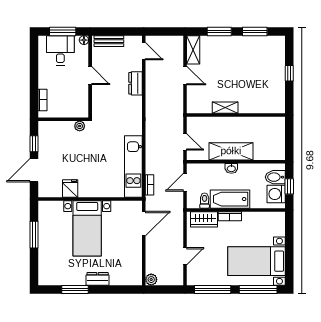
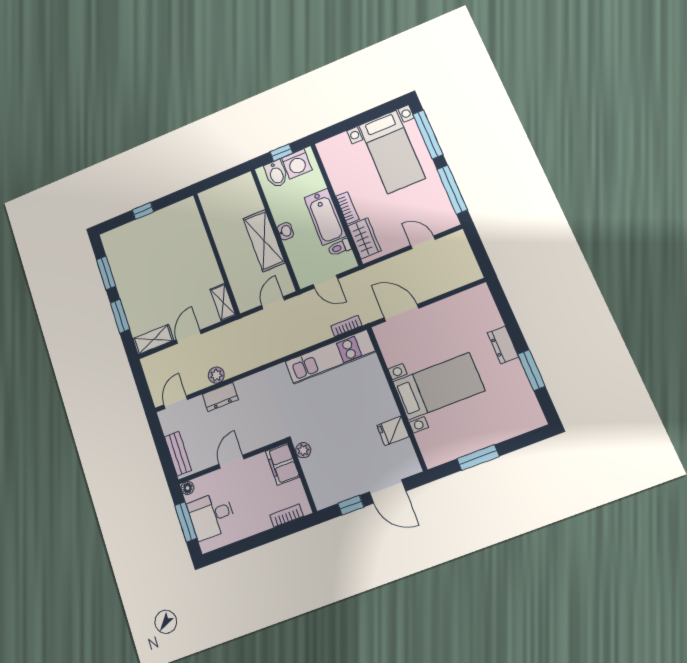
shelving: (225, 108) -> (223, 302), moved
filing cabinet: (76, 109) -> (282, 464), added
plant: (151, 280) -> (216, 375), moved

